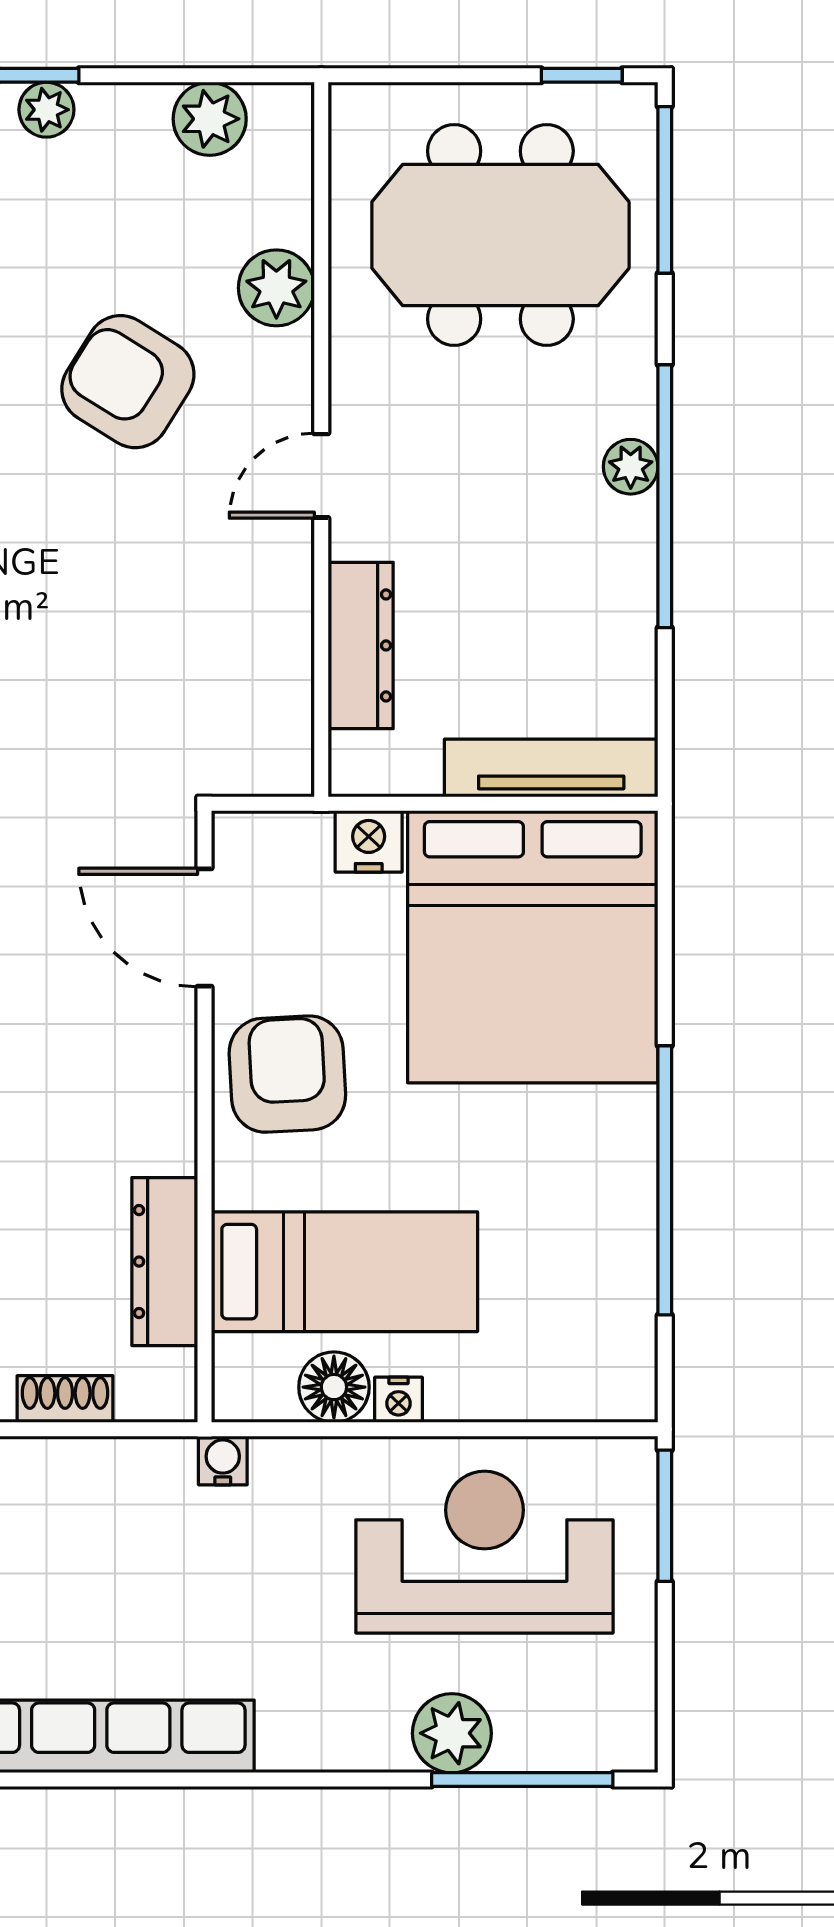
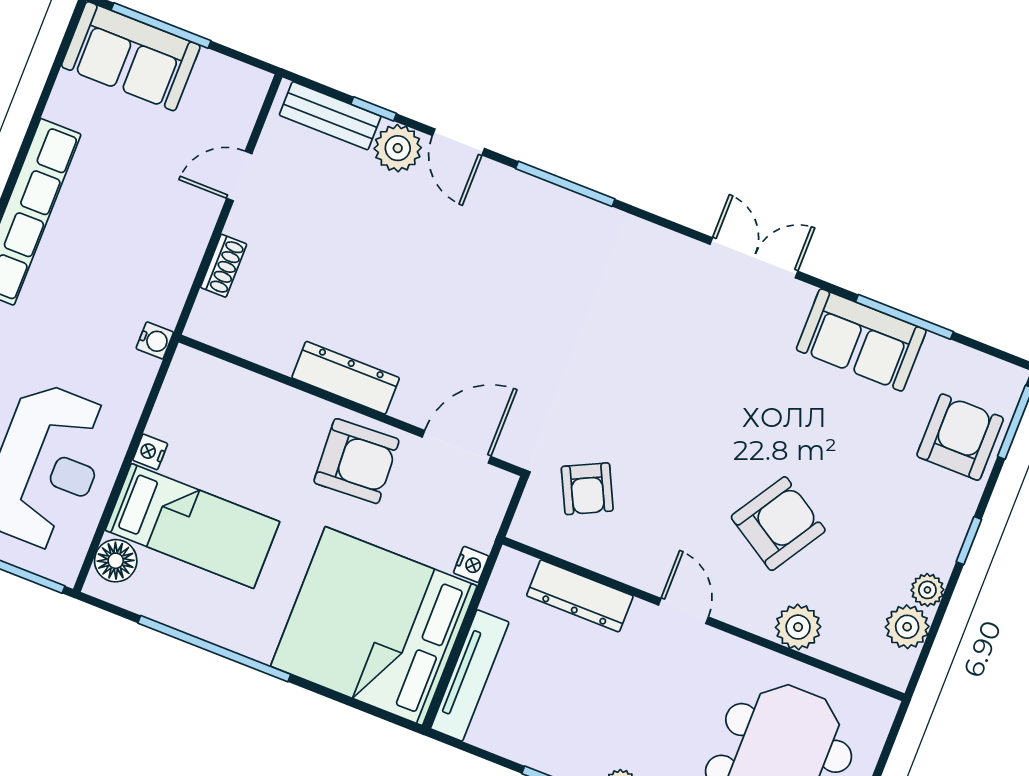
plant: (46, 110) -> (927, 590), moved
armchair: (190, 699) -> (587, 489), added
nightstand: (369, 841) -> (471, 564), width x0.72, depth x0.74
dresser: (165, 1262) -> (346, 378), moved
bed: (344, 1272) -> (192, 526), moved, turned -90
floor lamp: (334, 1387) -> (116, 561), moved

